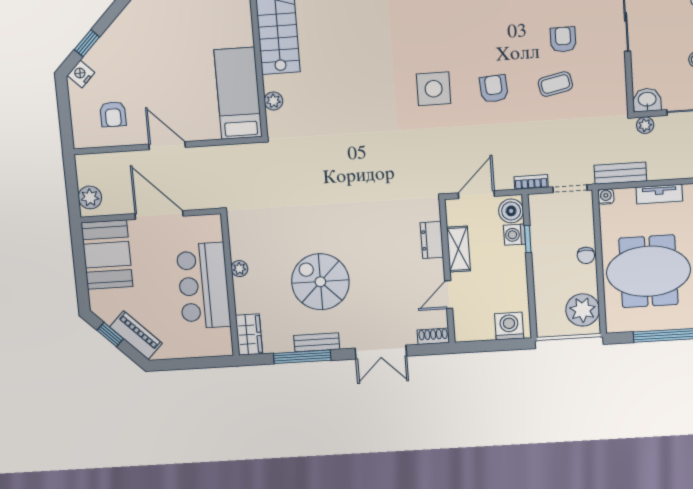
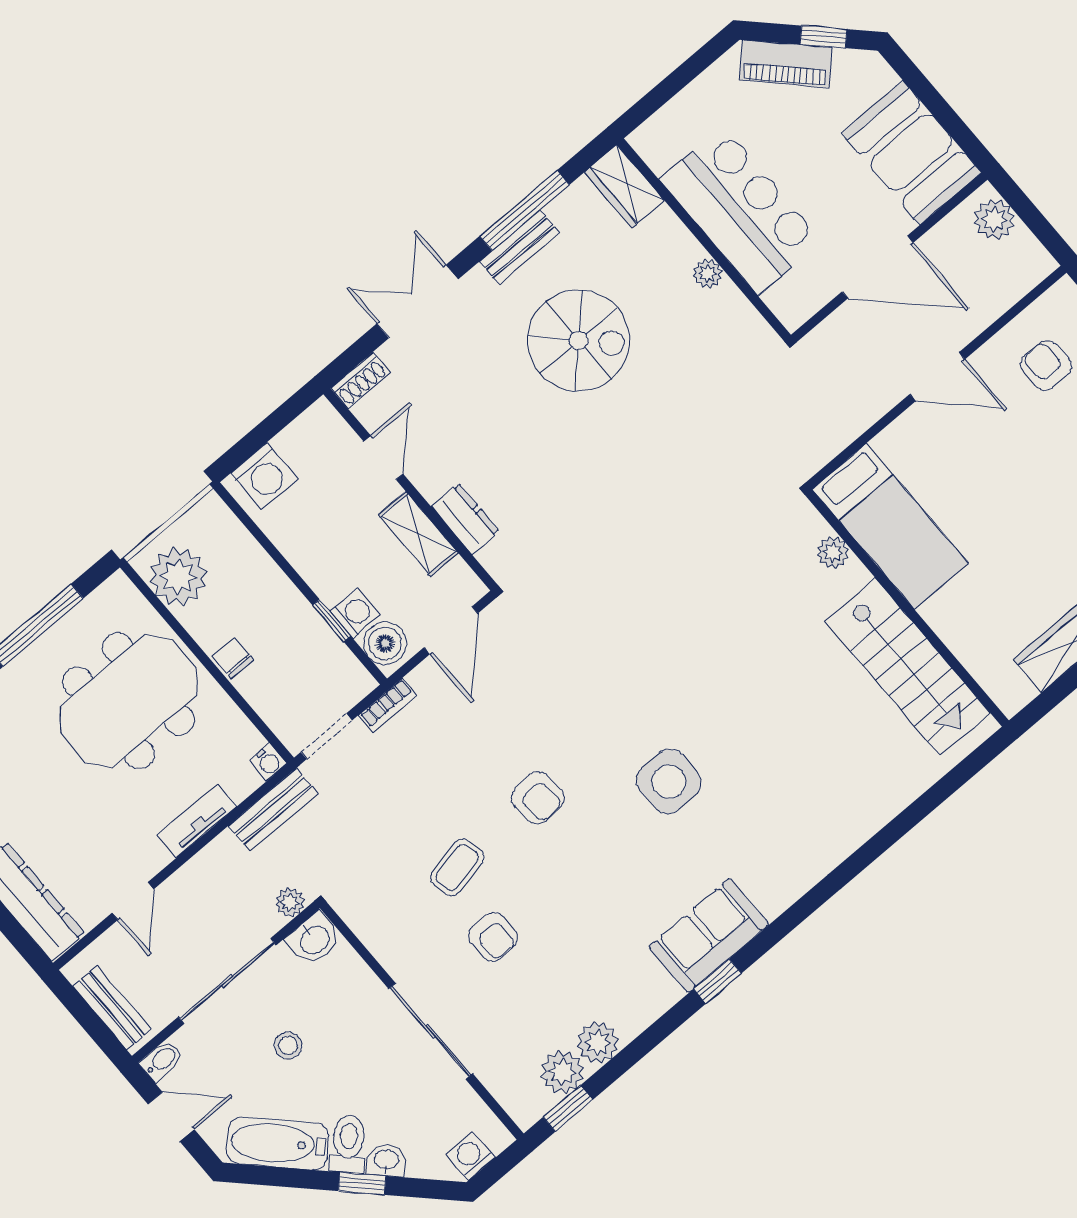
side table: (434, 89) -> (669, 781), moved

